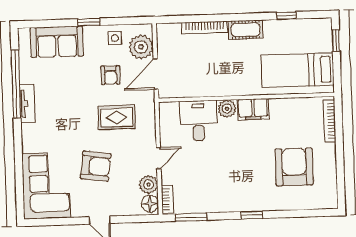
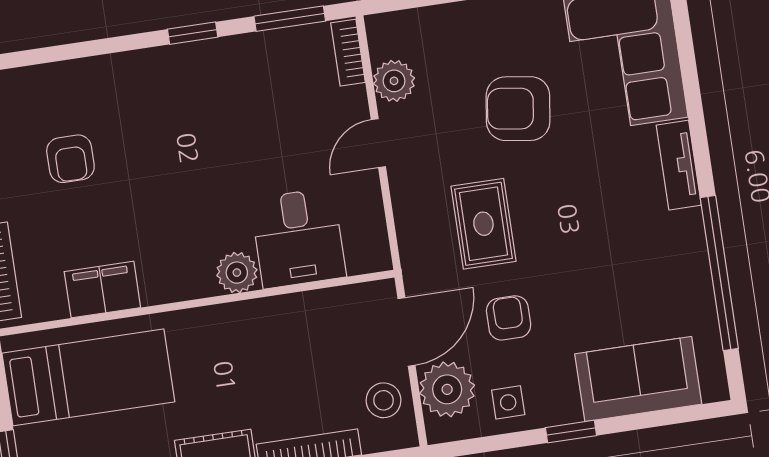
stool: (169, 45) -> (383, 400), added
tv unit: (27, 104) -> (679, 165), moved
filing cabinet: (253, 109) -> (102, 290), moved
rug: (117, 118) -> (483, 224), turned 90
armchair: (294, 167) -> (70, 159), width x0.53, depth x0.53
floor lamp: (150, 204) -> (386, 38), removed
window: (252, 215) -> (193, 33), moved

